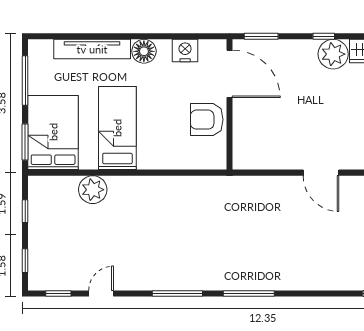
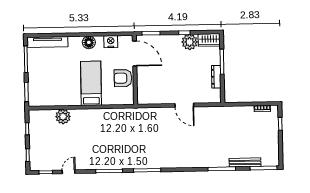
tv unit: (92, 49) -> (47, 42), moved
bed: (117, 128) -> (91, 83), moved
bed: (53, 132) -> (41, 87), removed

